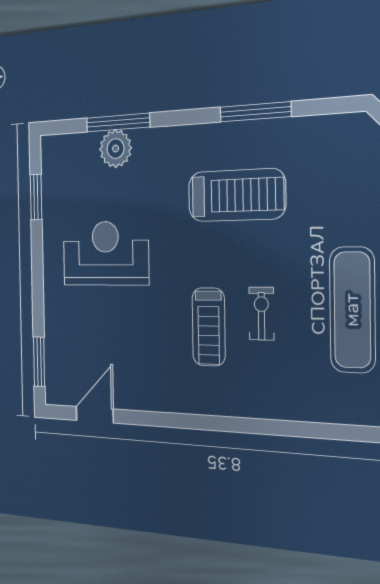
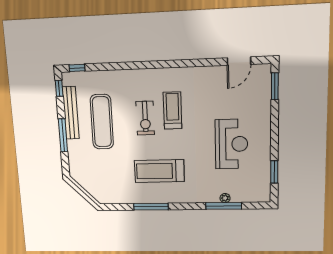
plant: (116, 149) -> (225, 198), width x0.53, depth x0.53
reception desk: (105, 253) -> (231, 144), turned -90
exercise bike: (261, 314) -> (145, 118), width x1.38, depth x1.39

